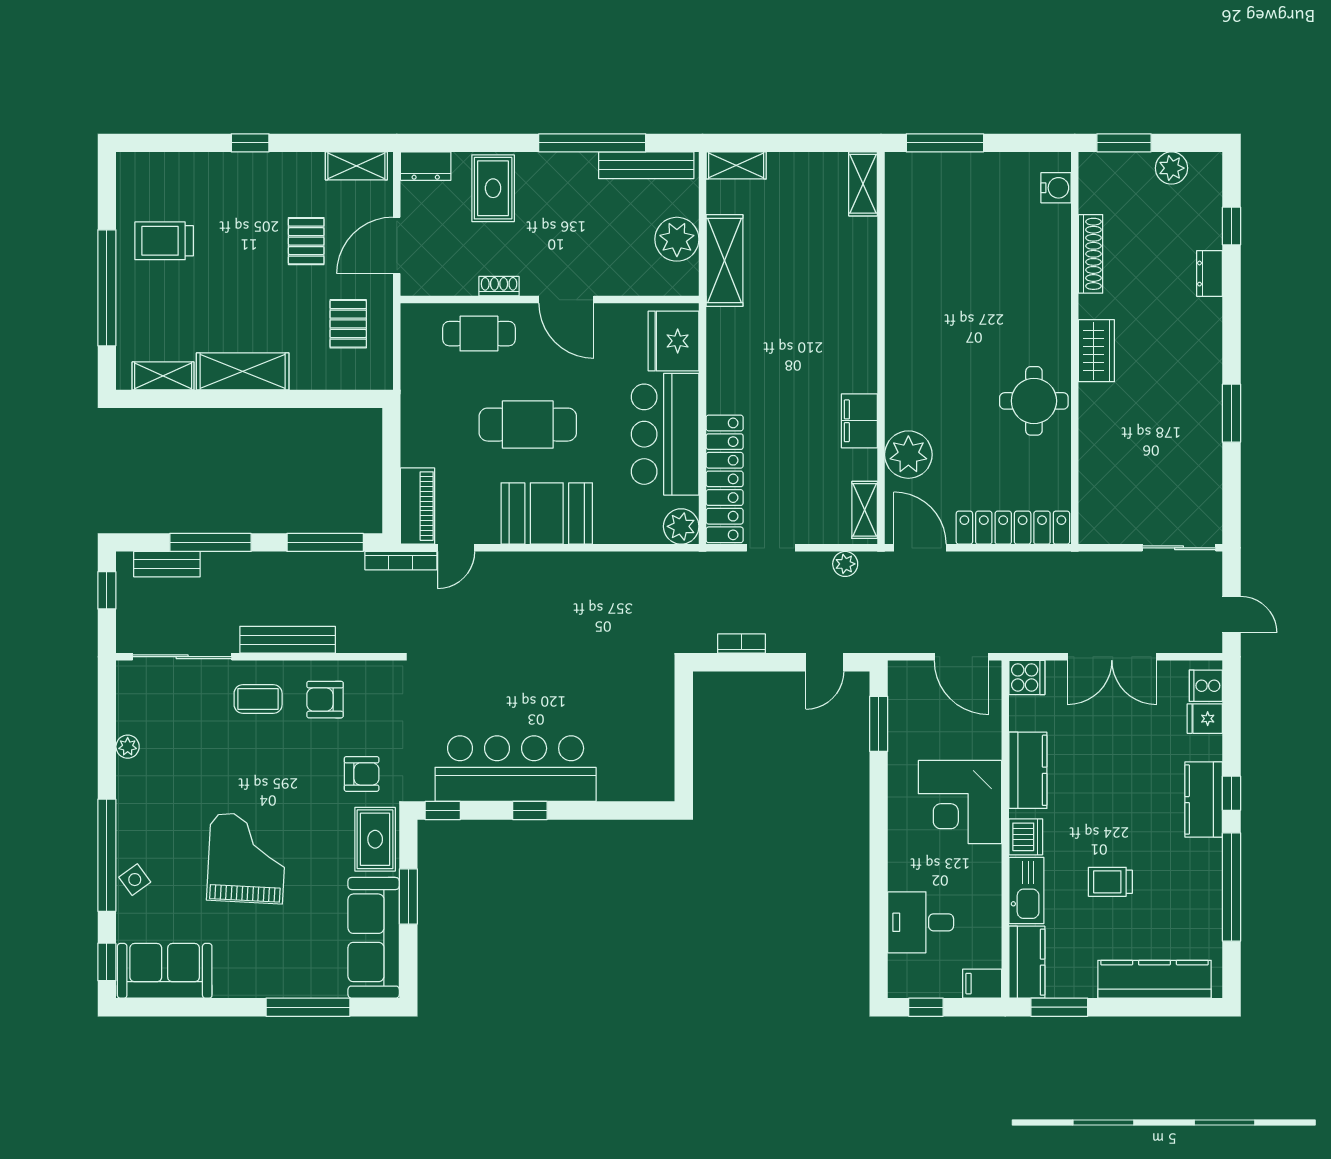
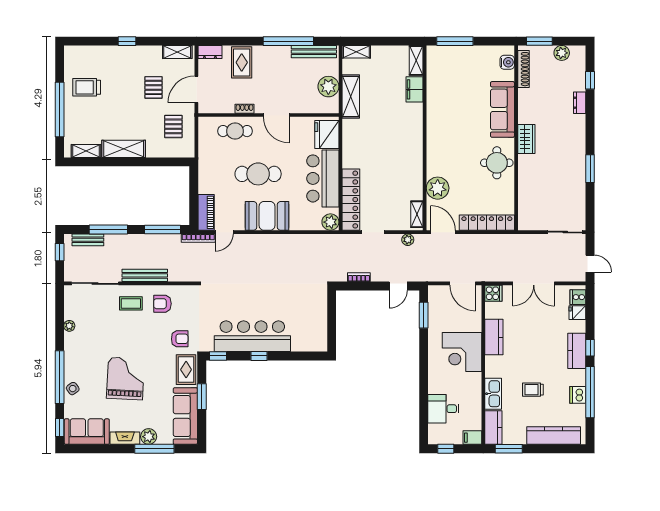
shoe rack: (1091, 254) -> (524, 69), moved
sofa: (1046, 288) -> (502, 109), added
filing cabinet: (859, 421) -> (414, 89), moved
dishwasher: (1026, 837) -> (578, 395), moved, turned 180
plant: (296, 981) -> (149, 437), added
fireplace: (245, 985) -> (125, 438), added

